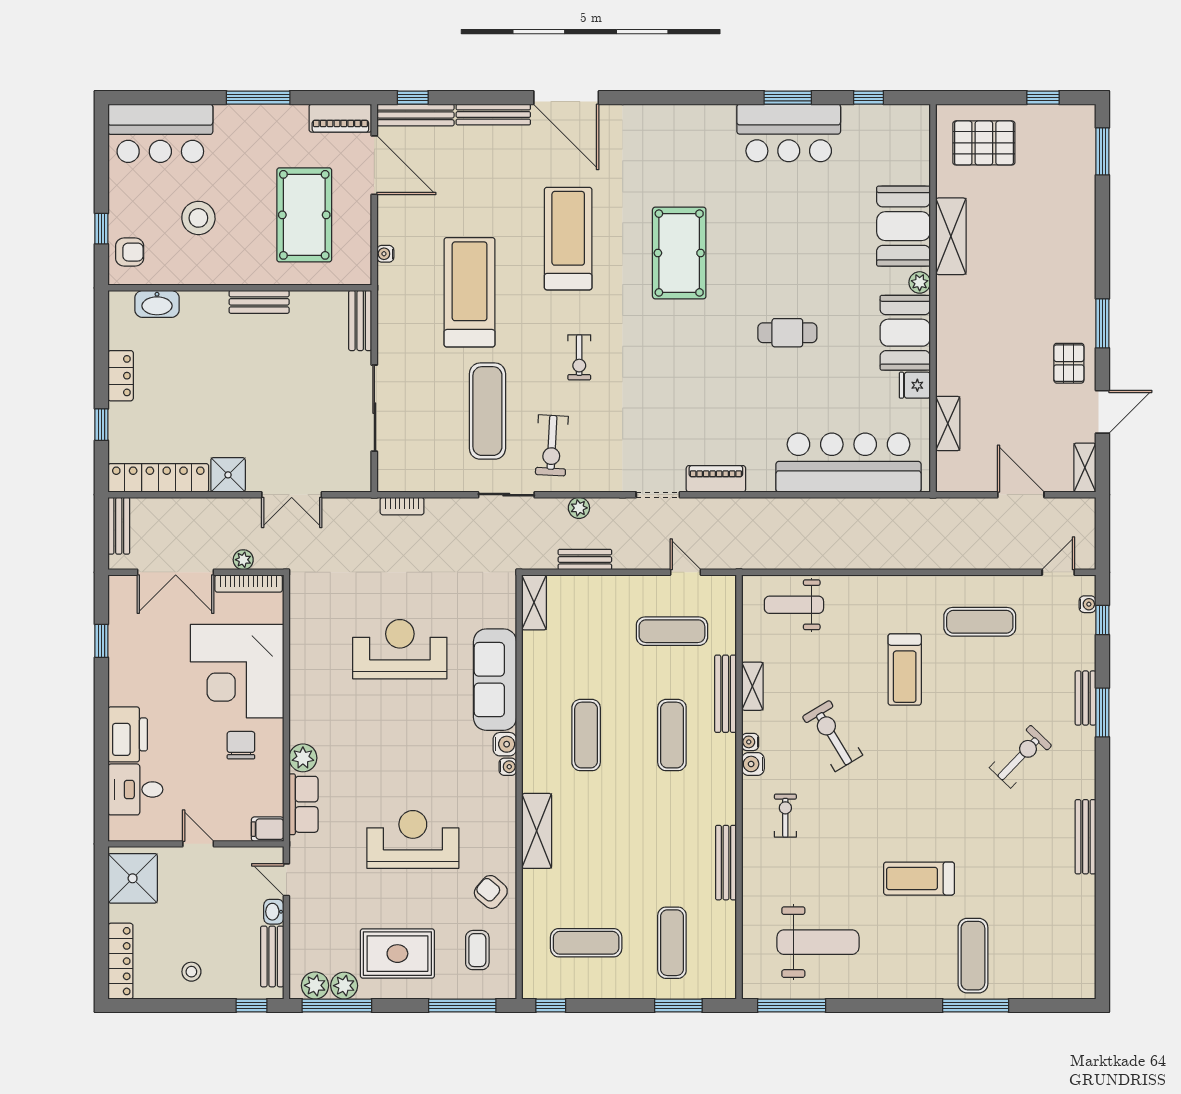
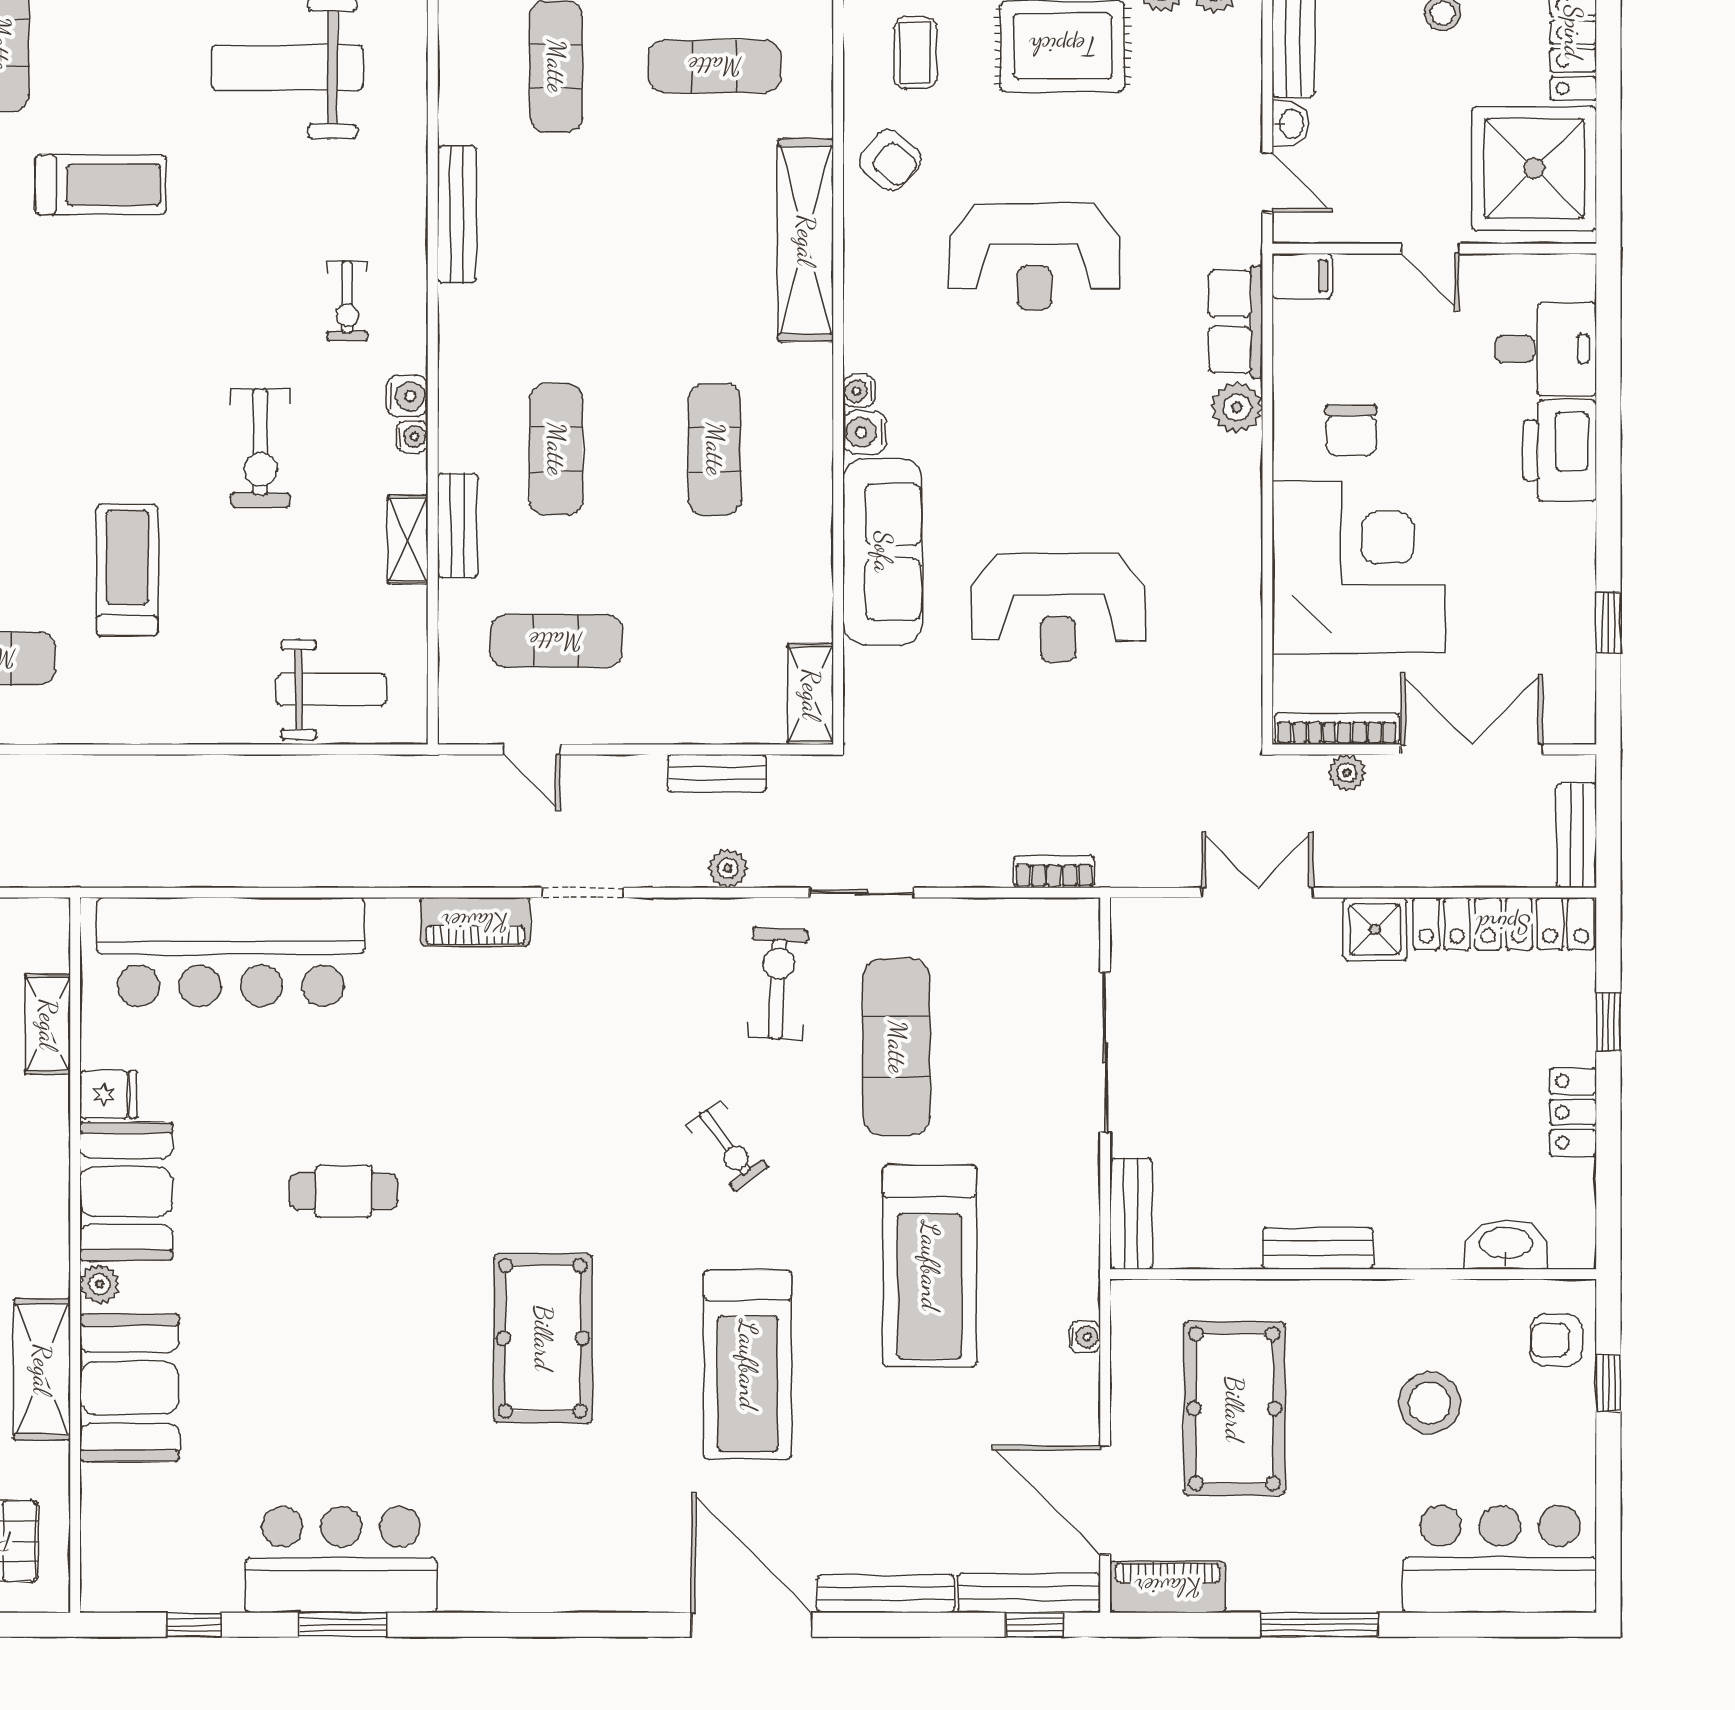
exercise bike: (579, 357) -> (727, 1146), turned 144
bench: (726, 694) -> (457, 526), width x0.73
exercise bike: (832, 736) -> (260, 448), turned 31
shelving: (537, 831) -> (806, 240), width x1.47
shower: (133, 878) -> (1534, 168), width x1.37, depth x1.37

